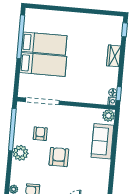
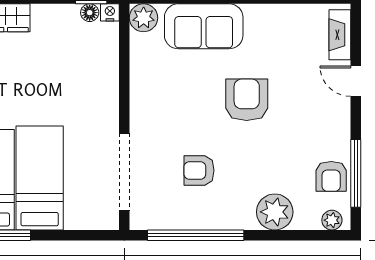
plant: (20, 153) -> (275, 212), moved
armchair: (59, 157) -> (247, 100), moved, turned 90

